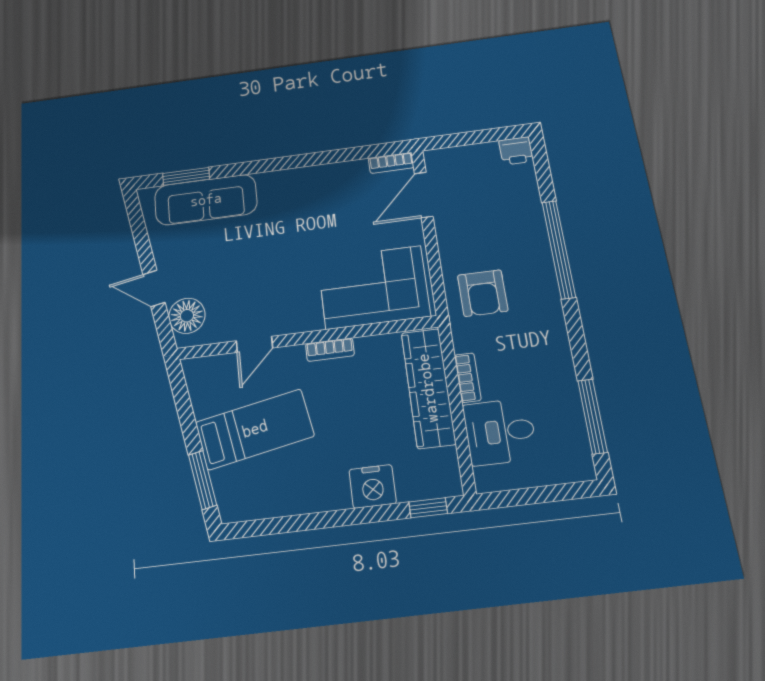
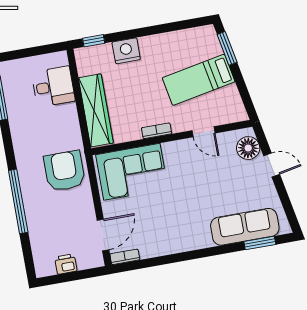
printer: (516, 151) -> (66, 264), moved
armchair: (483, 293) -> (64, 171), width x1.36, depth x1.36
door: (254, 344) -> (204, 132), swing flipped
bookcase: (468, 378) -> (73, 118), removed

